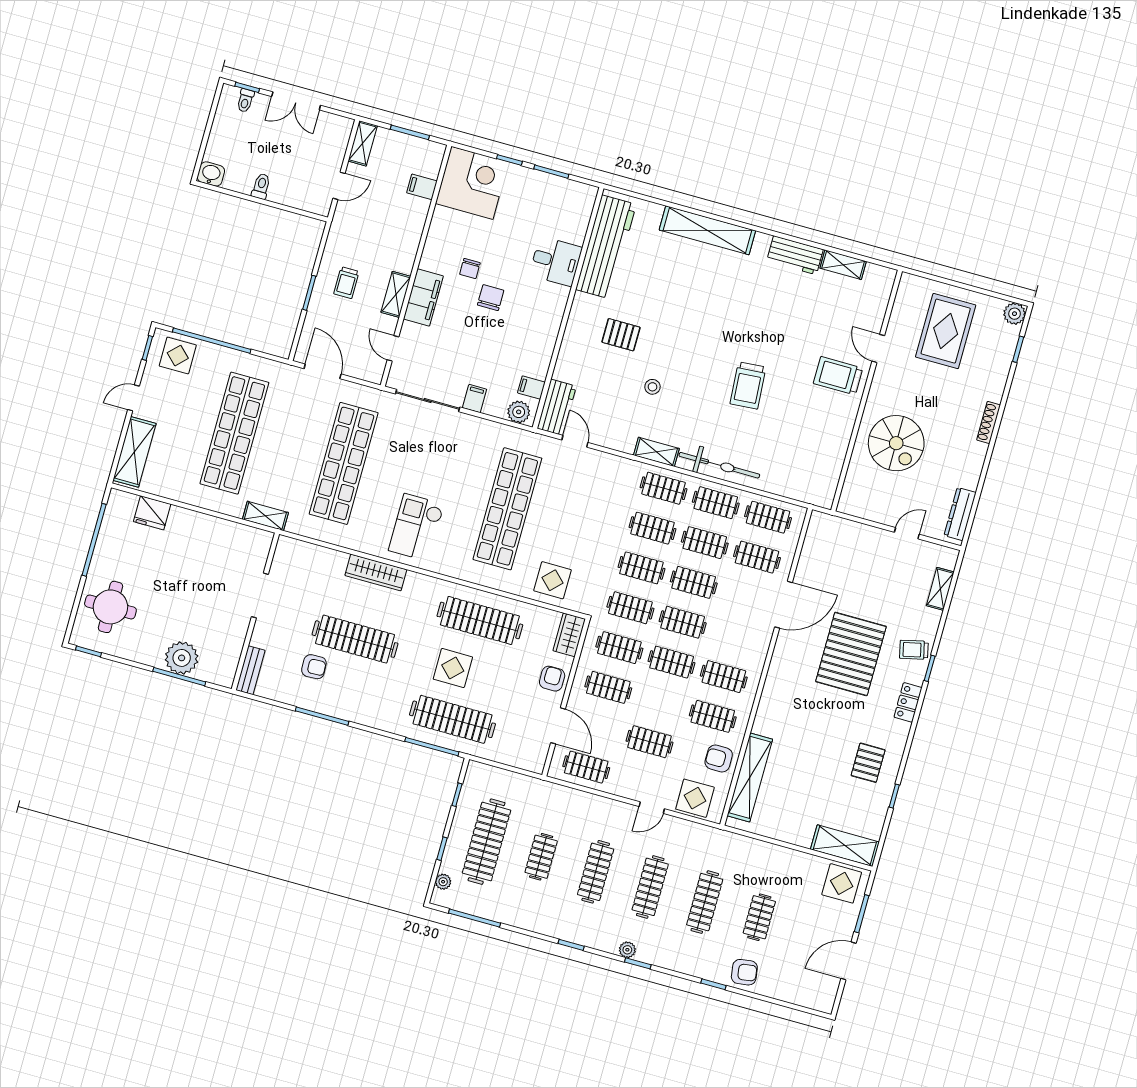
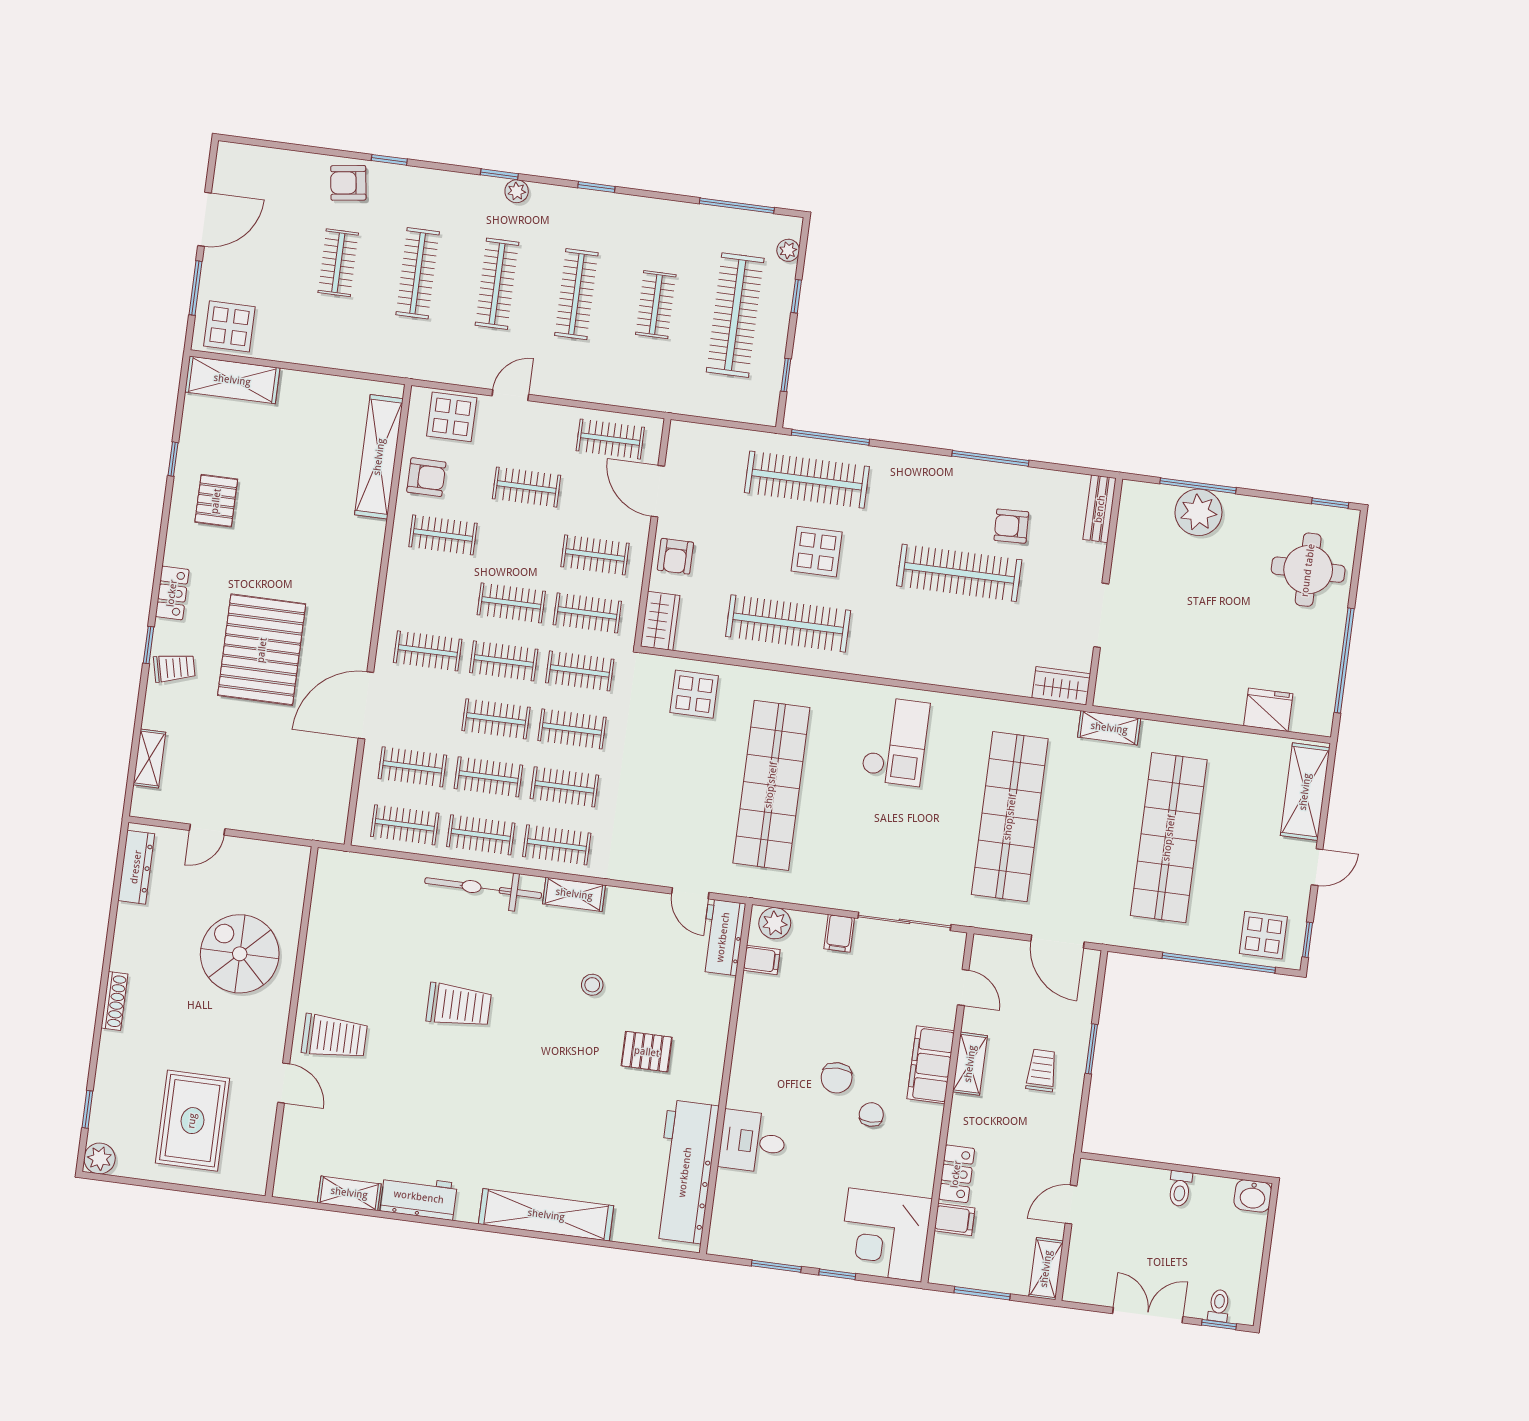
locker: (416, 219) -> (956, 1174), added
trolley: (748, 385) -> (459, 1005), turned 94
wardrobe: (376, 572) -> (1061, 686), moved, width x0.67
clothes rail: (724, 677) -> (428, 651), moved

